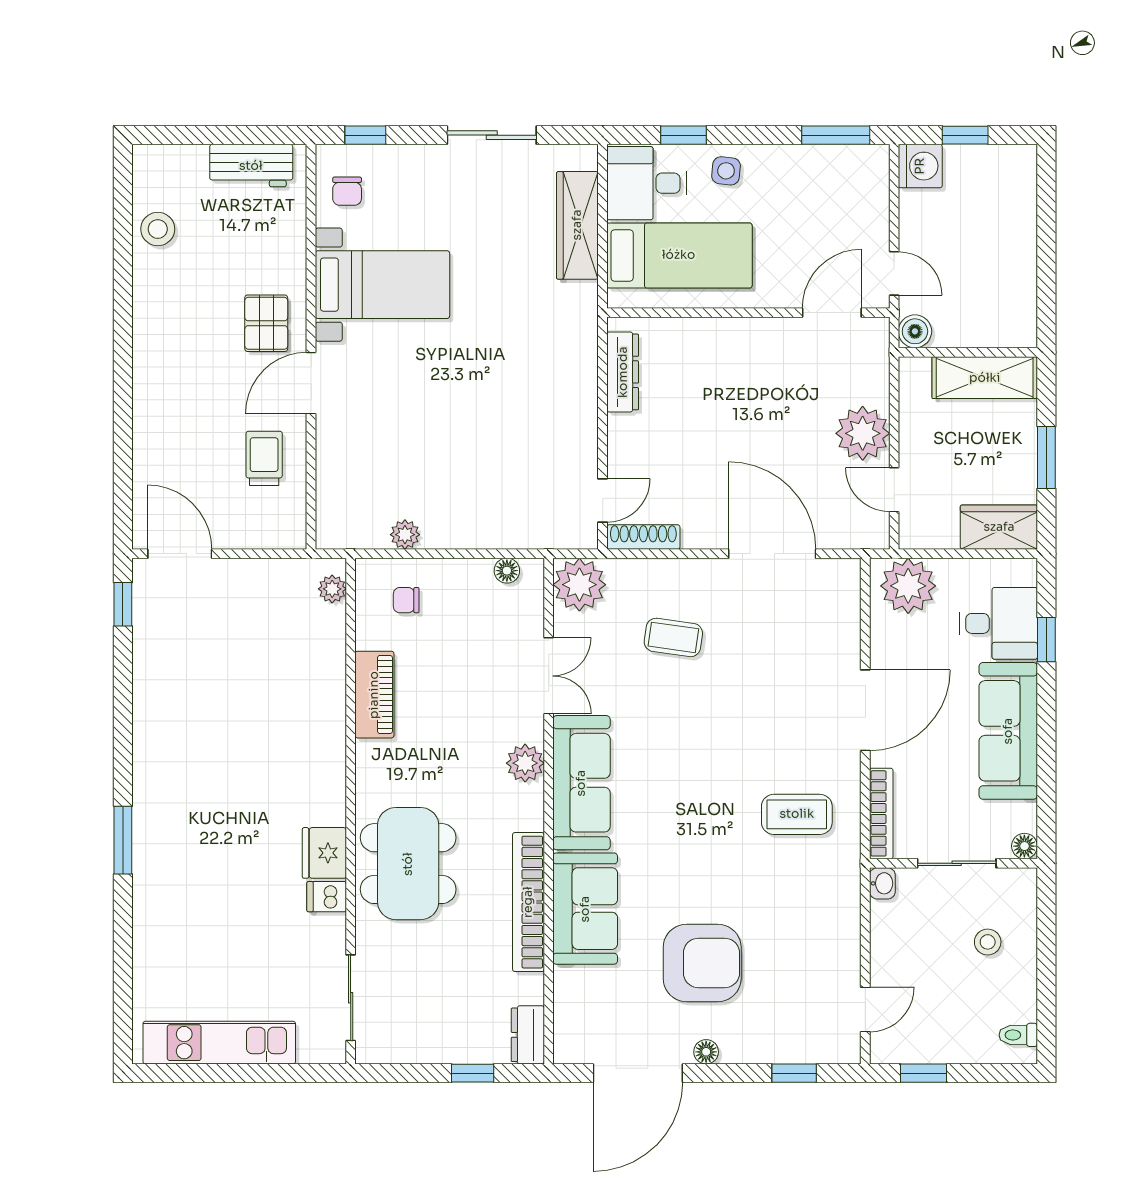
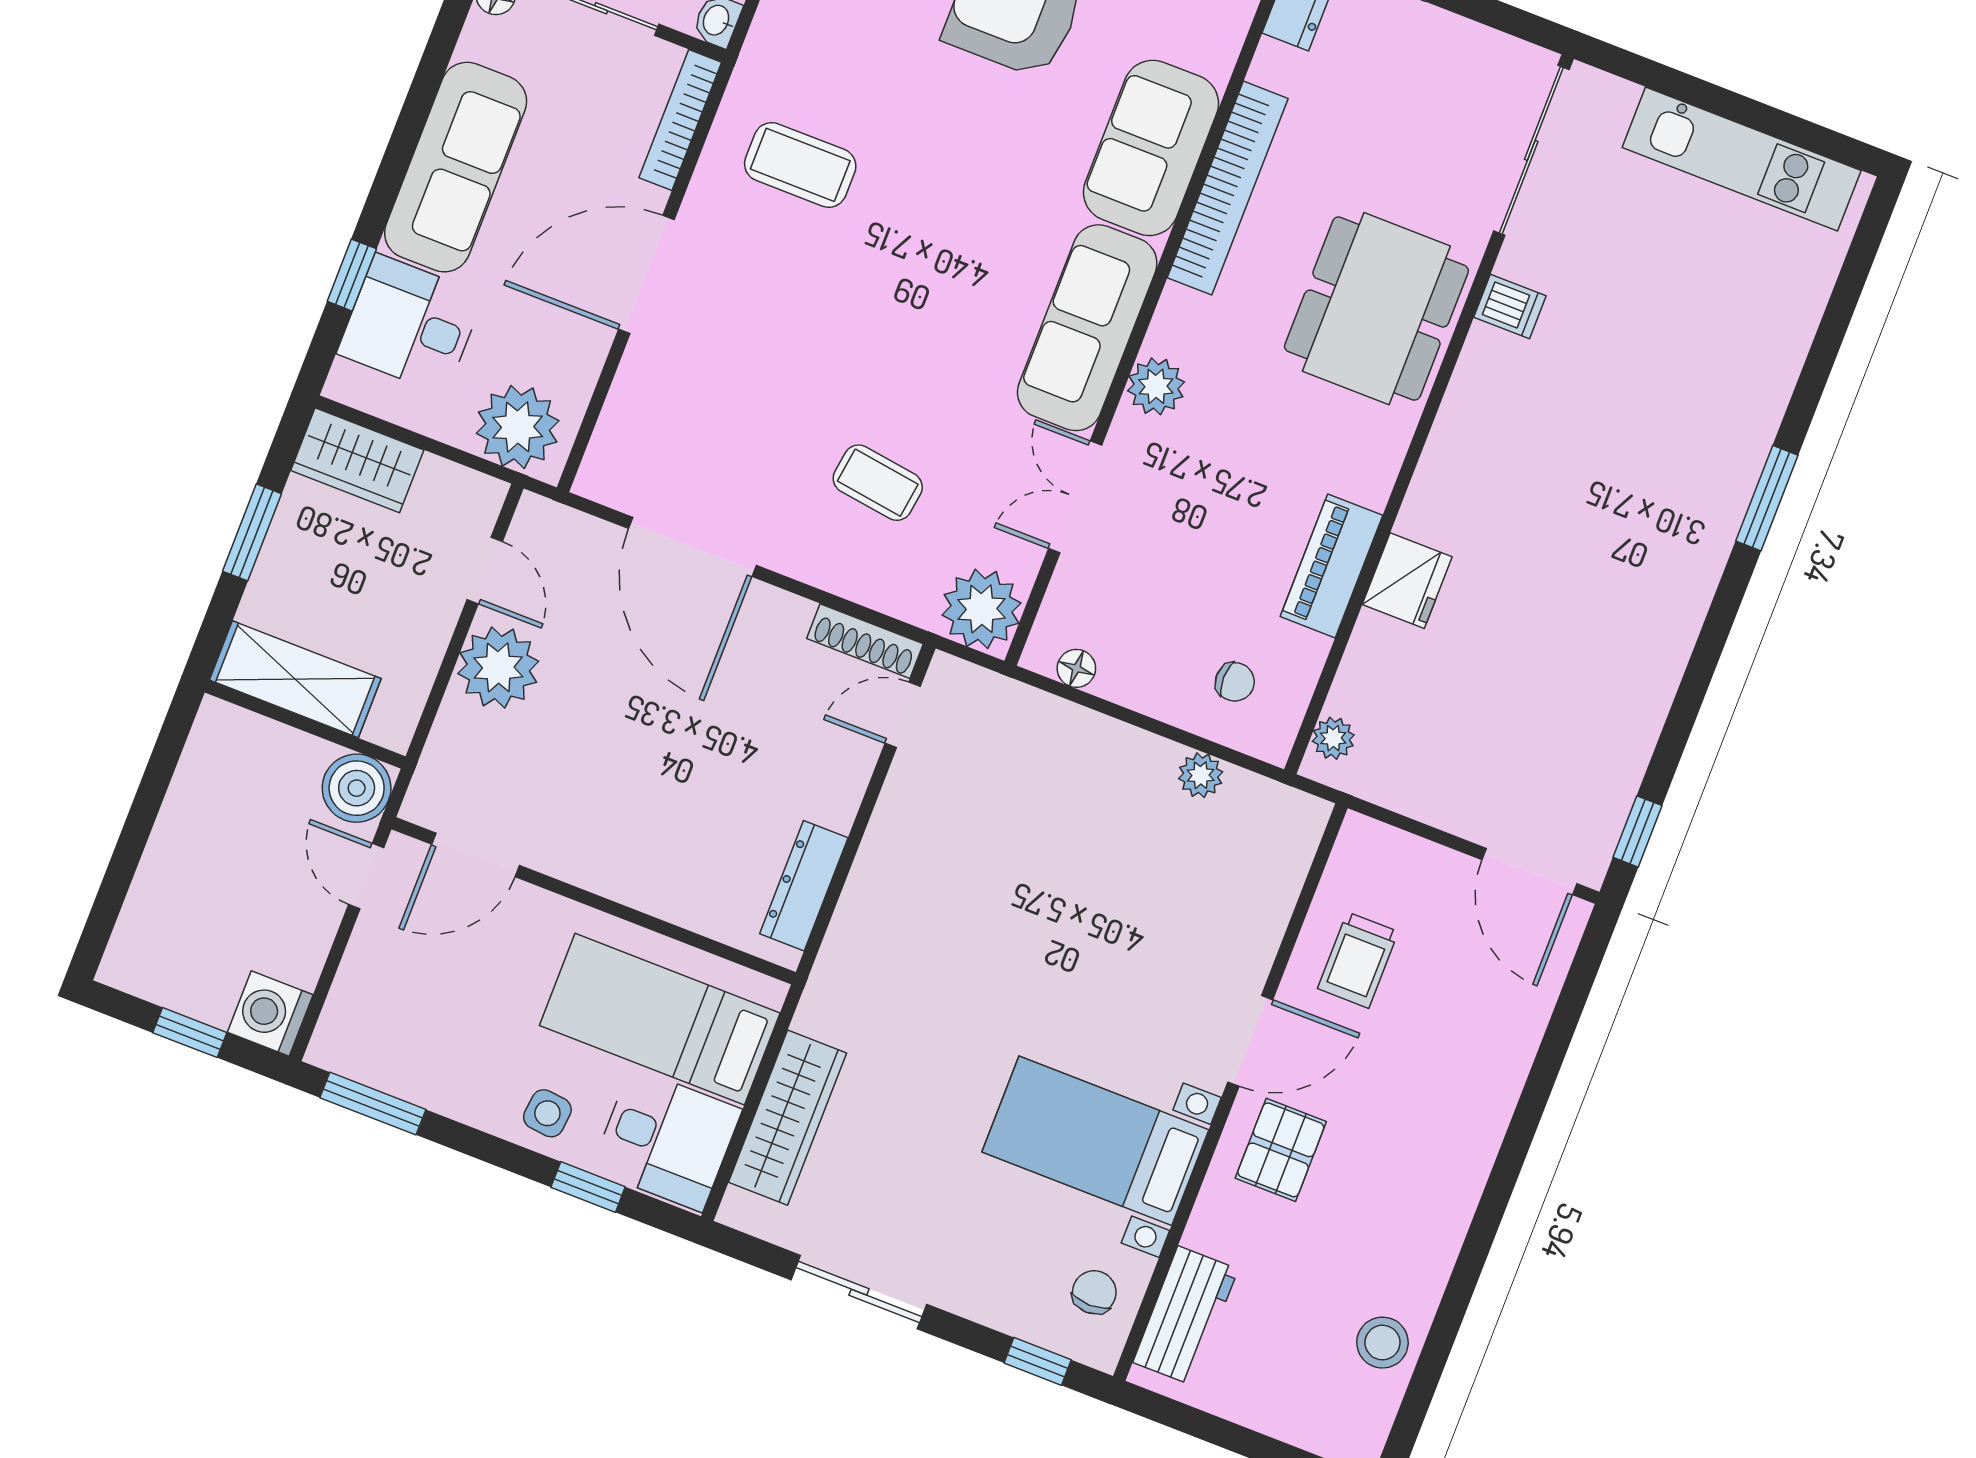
workbench: (251, 166) -> (1185, 1316), moved, turned 90
boiler: (915, 331) -> (357, 788), width x1.36, depth x1.36
fridge: (324, 853) -> (1407, 581), moved
sliding door: (351, 998) -> (1531, 150), width x1.37

